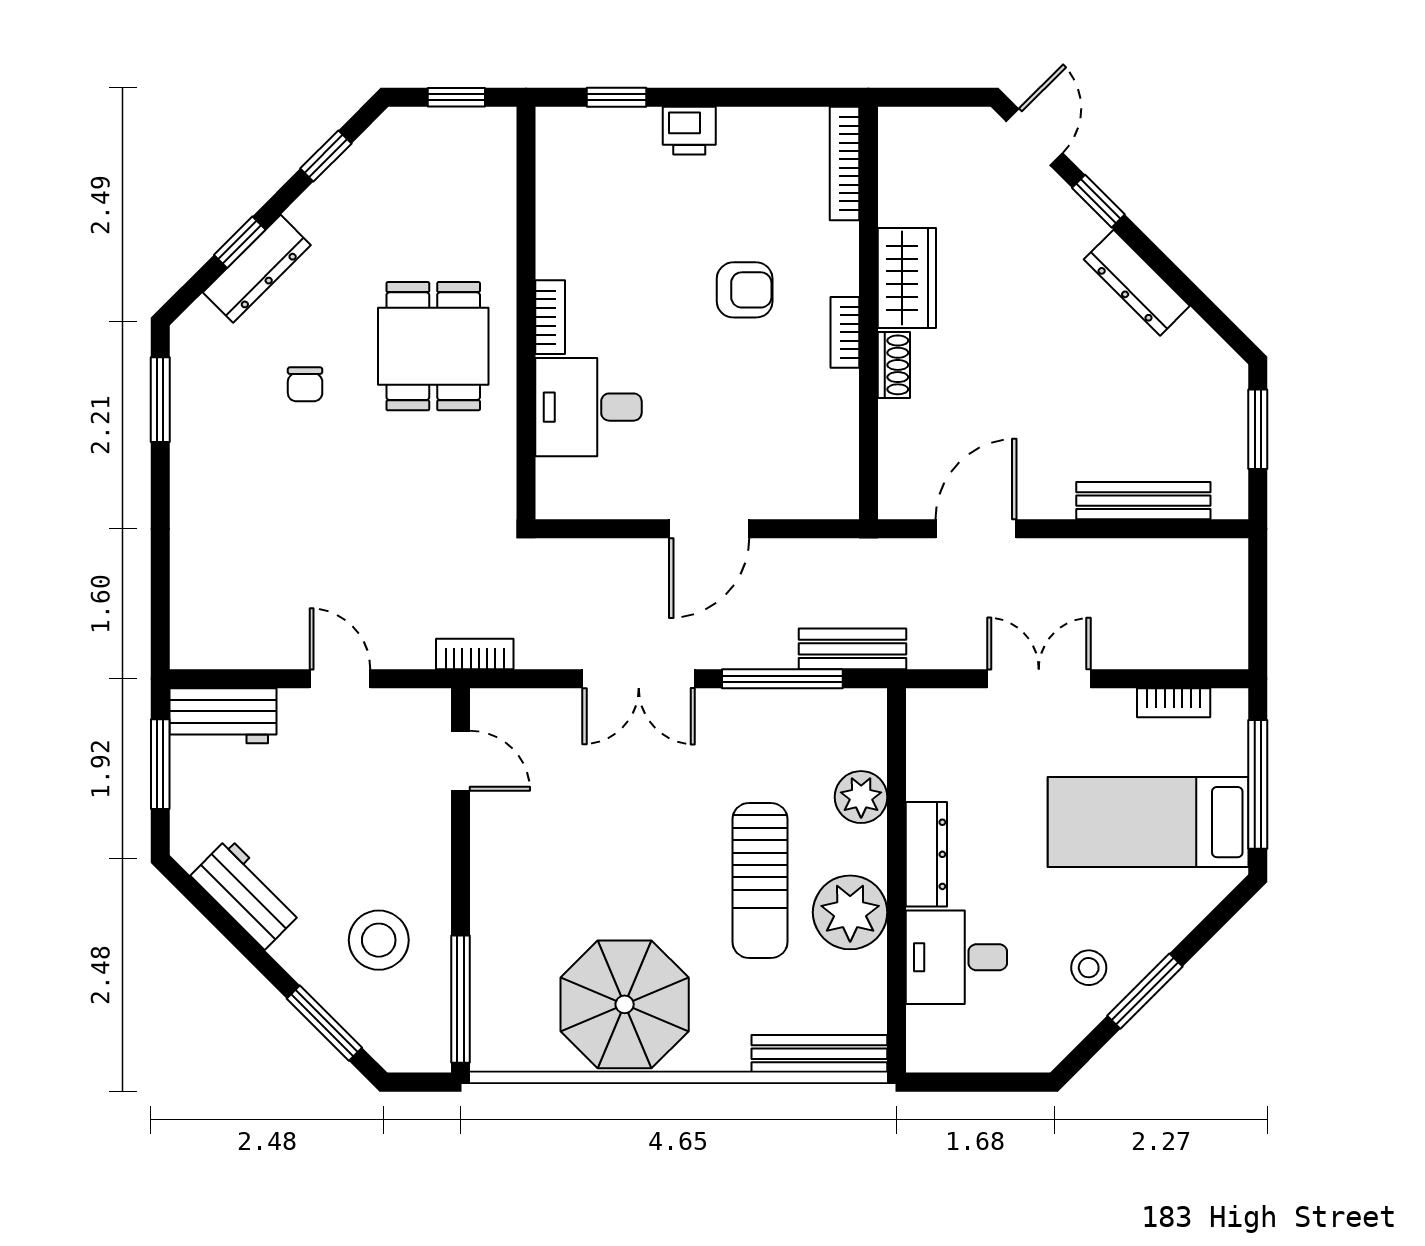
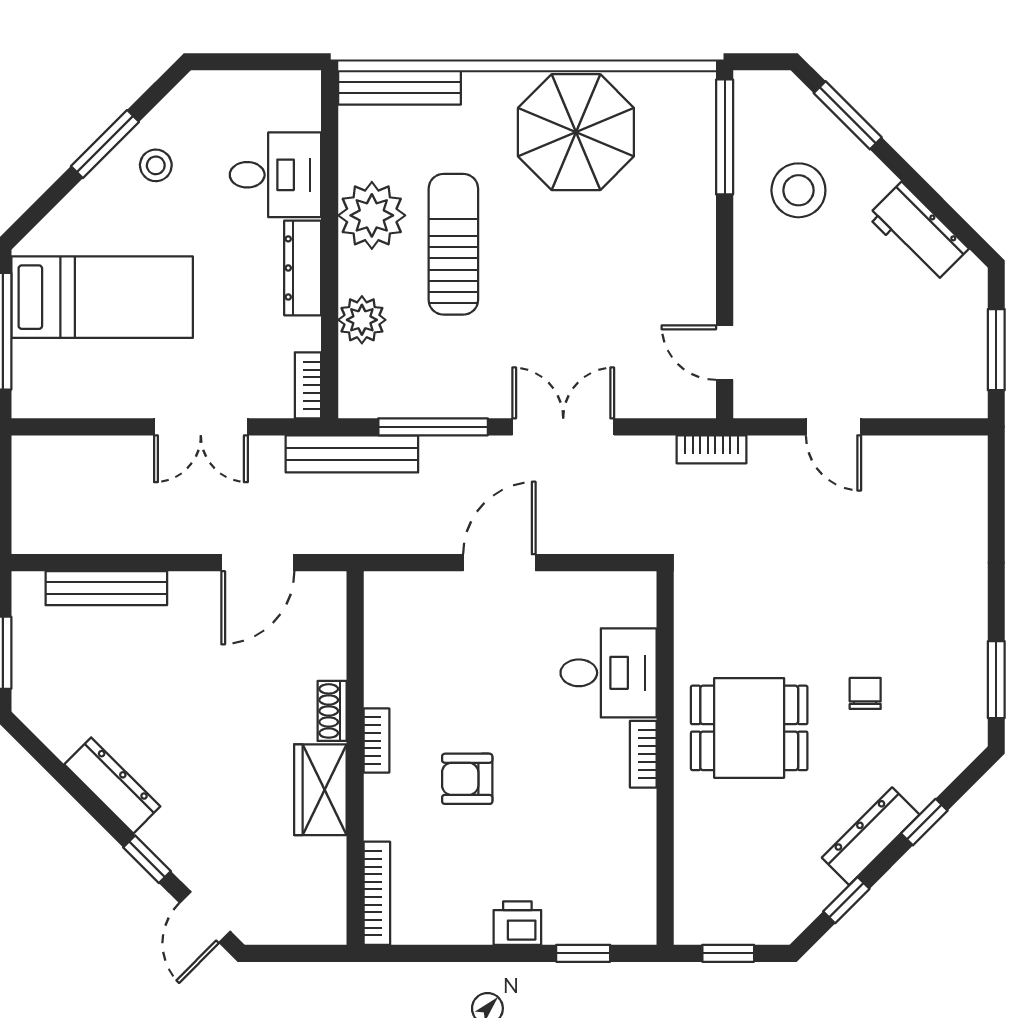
dresser: (257, 269) -> (871, 836), moved
dining table: (433, 346) -> (749, 728), turned 90
bench: (853, 649) -> (352, 454), width x1.36
bookcase: (1174, 703) -> (308, 385), moved, turned -90
workbench: (223, 716) -> (939, 393), removed

